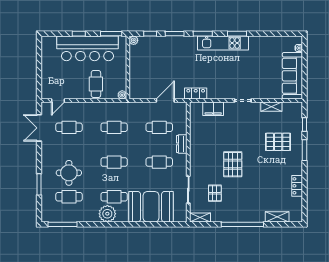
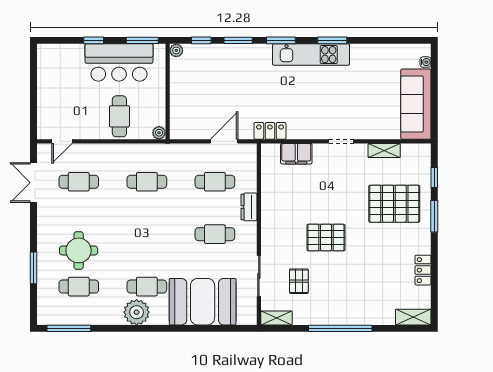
bar counter: (87, 48) -> (119, 63), width x0.73
pallet: (278, 142) -> (394, 204), width x1.37, depth x1.41
cafe table: (114, 162) -> (147, 234), removed
pallet: (233, 164) -> (326, 238), turned 90
shelving: (277, 217) -> (413, 317), moved

